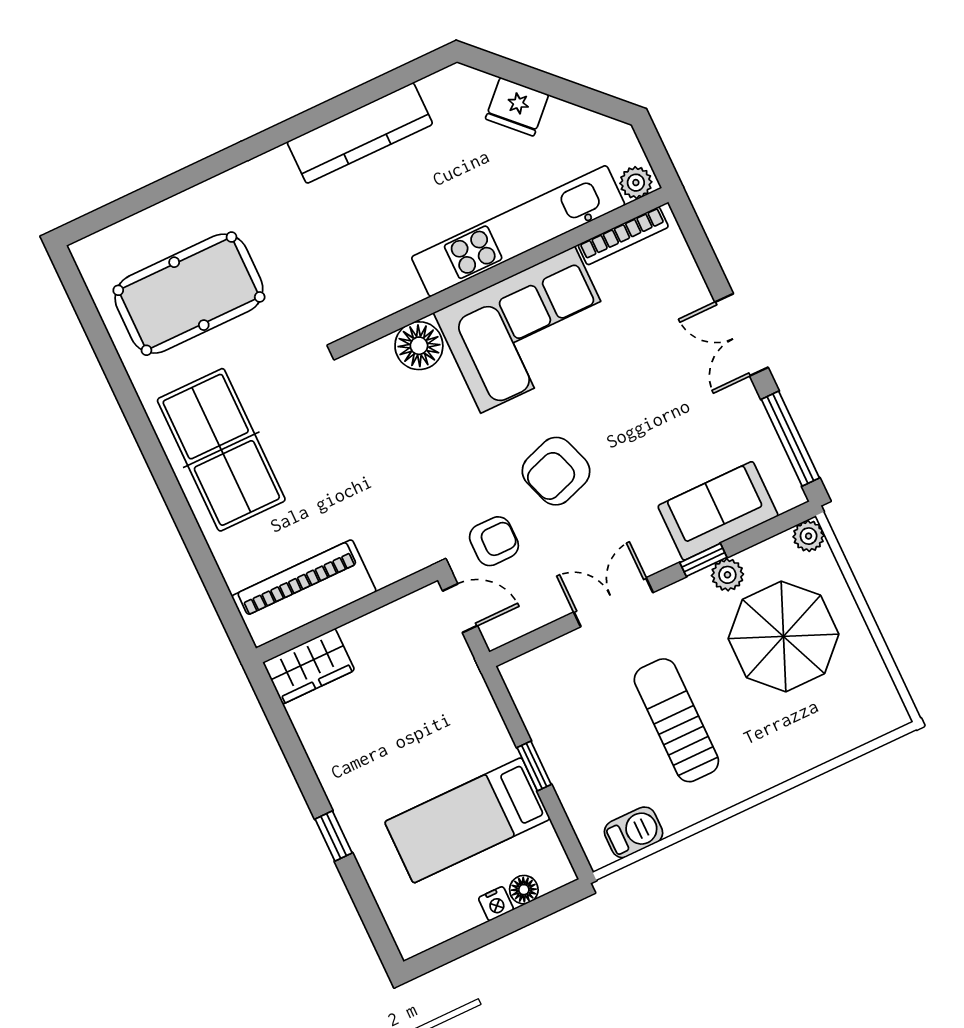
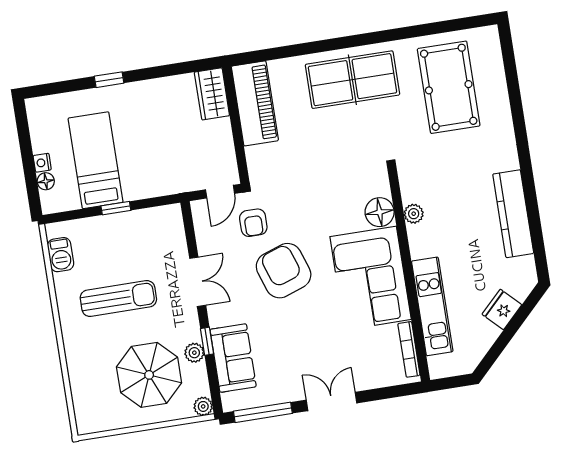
plant: (636, 183) -> (414, 214), moved
kitchen unit: (518, 231) -> (432, 306), width x0.73
armchair: (556, 471) -> (284, 271), width x1.36, depth x1.36

